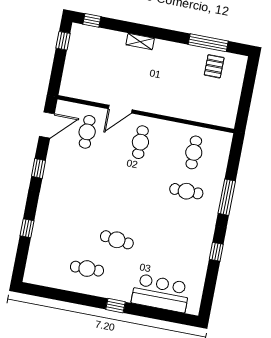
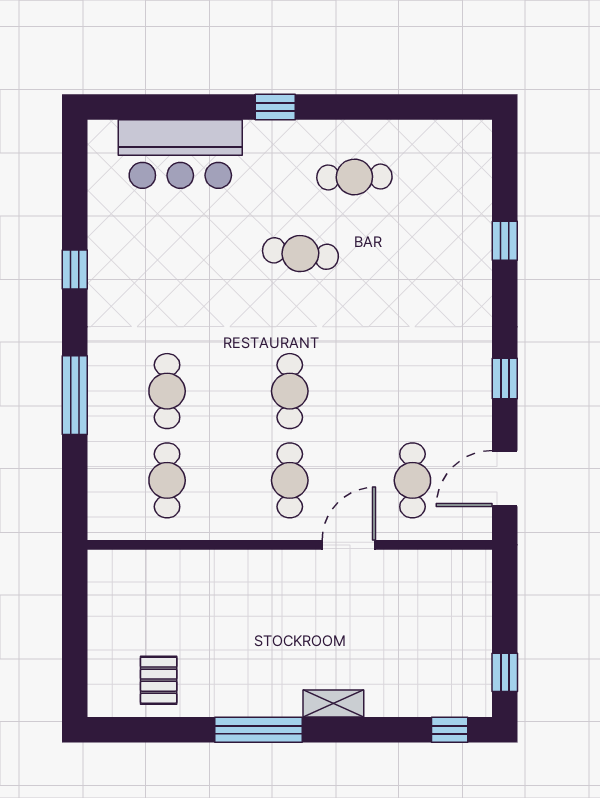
window: (208, 43) -> (258, 730), moved
cafe table: (133, 181) -> (290, 391), added
cafe table: (186, 191) -> (167, 391), turned 90

